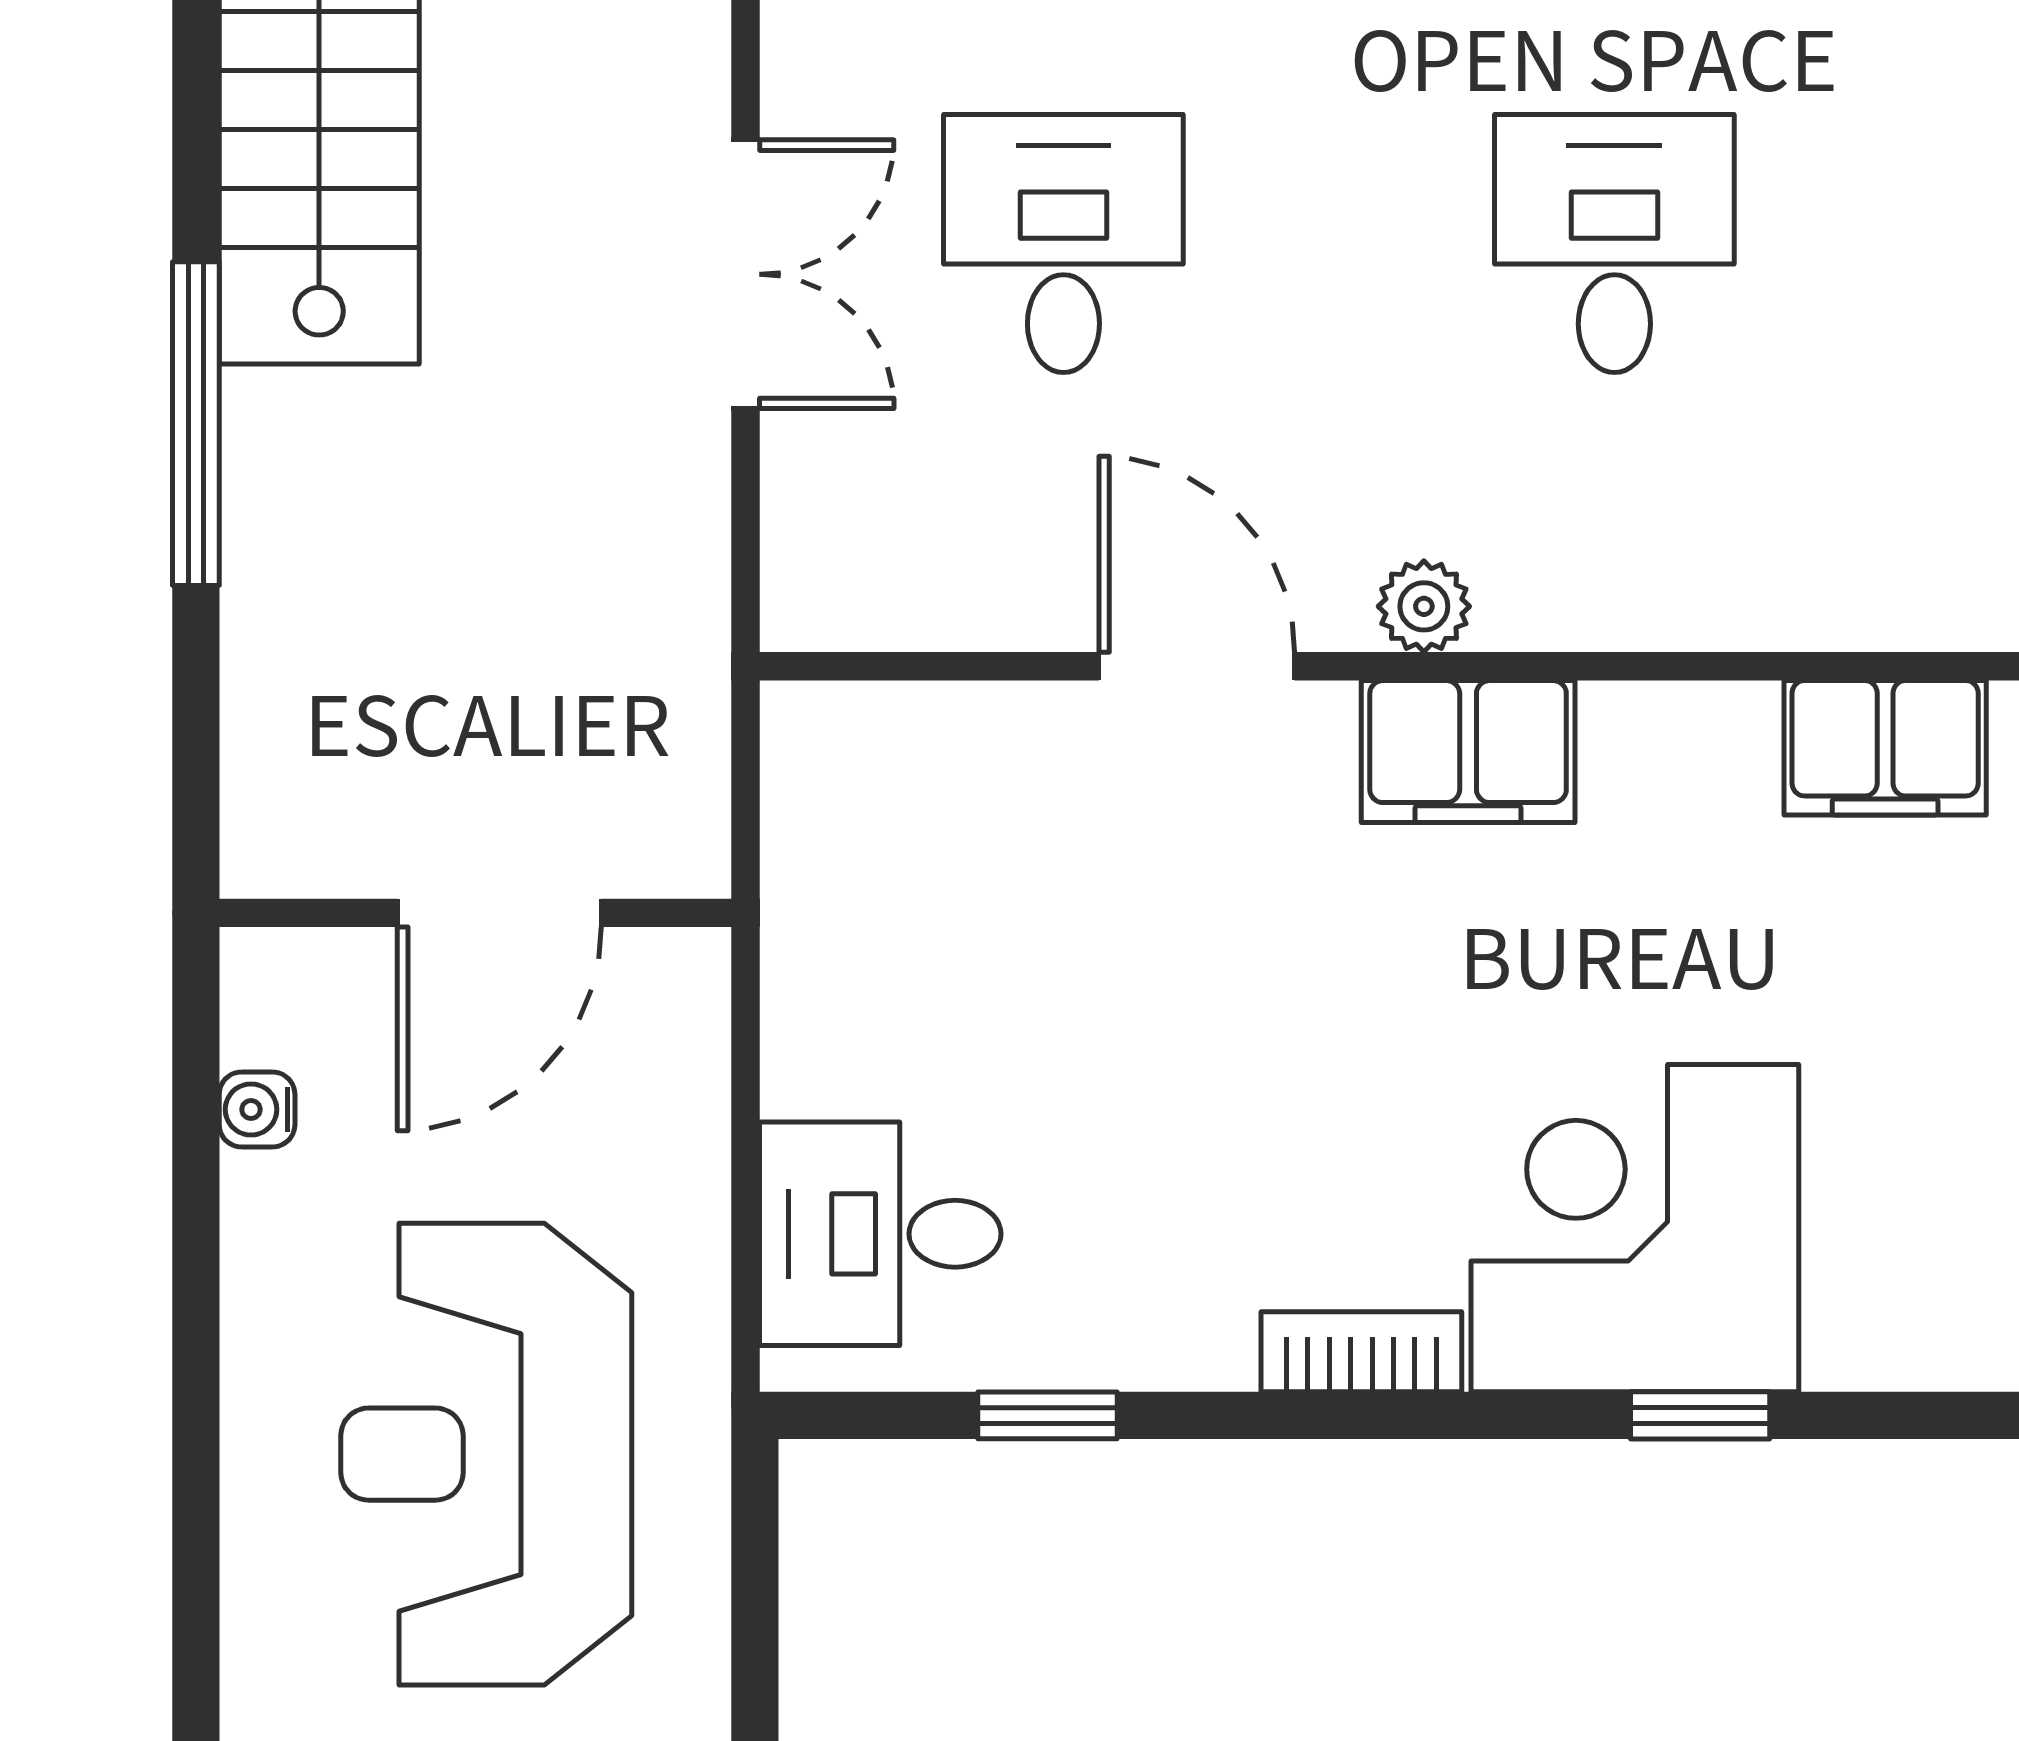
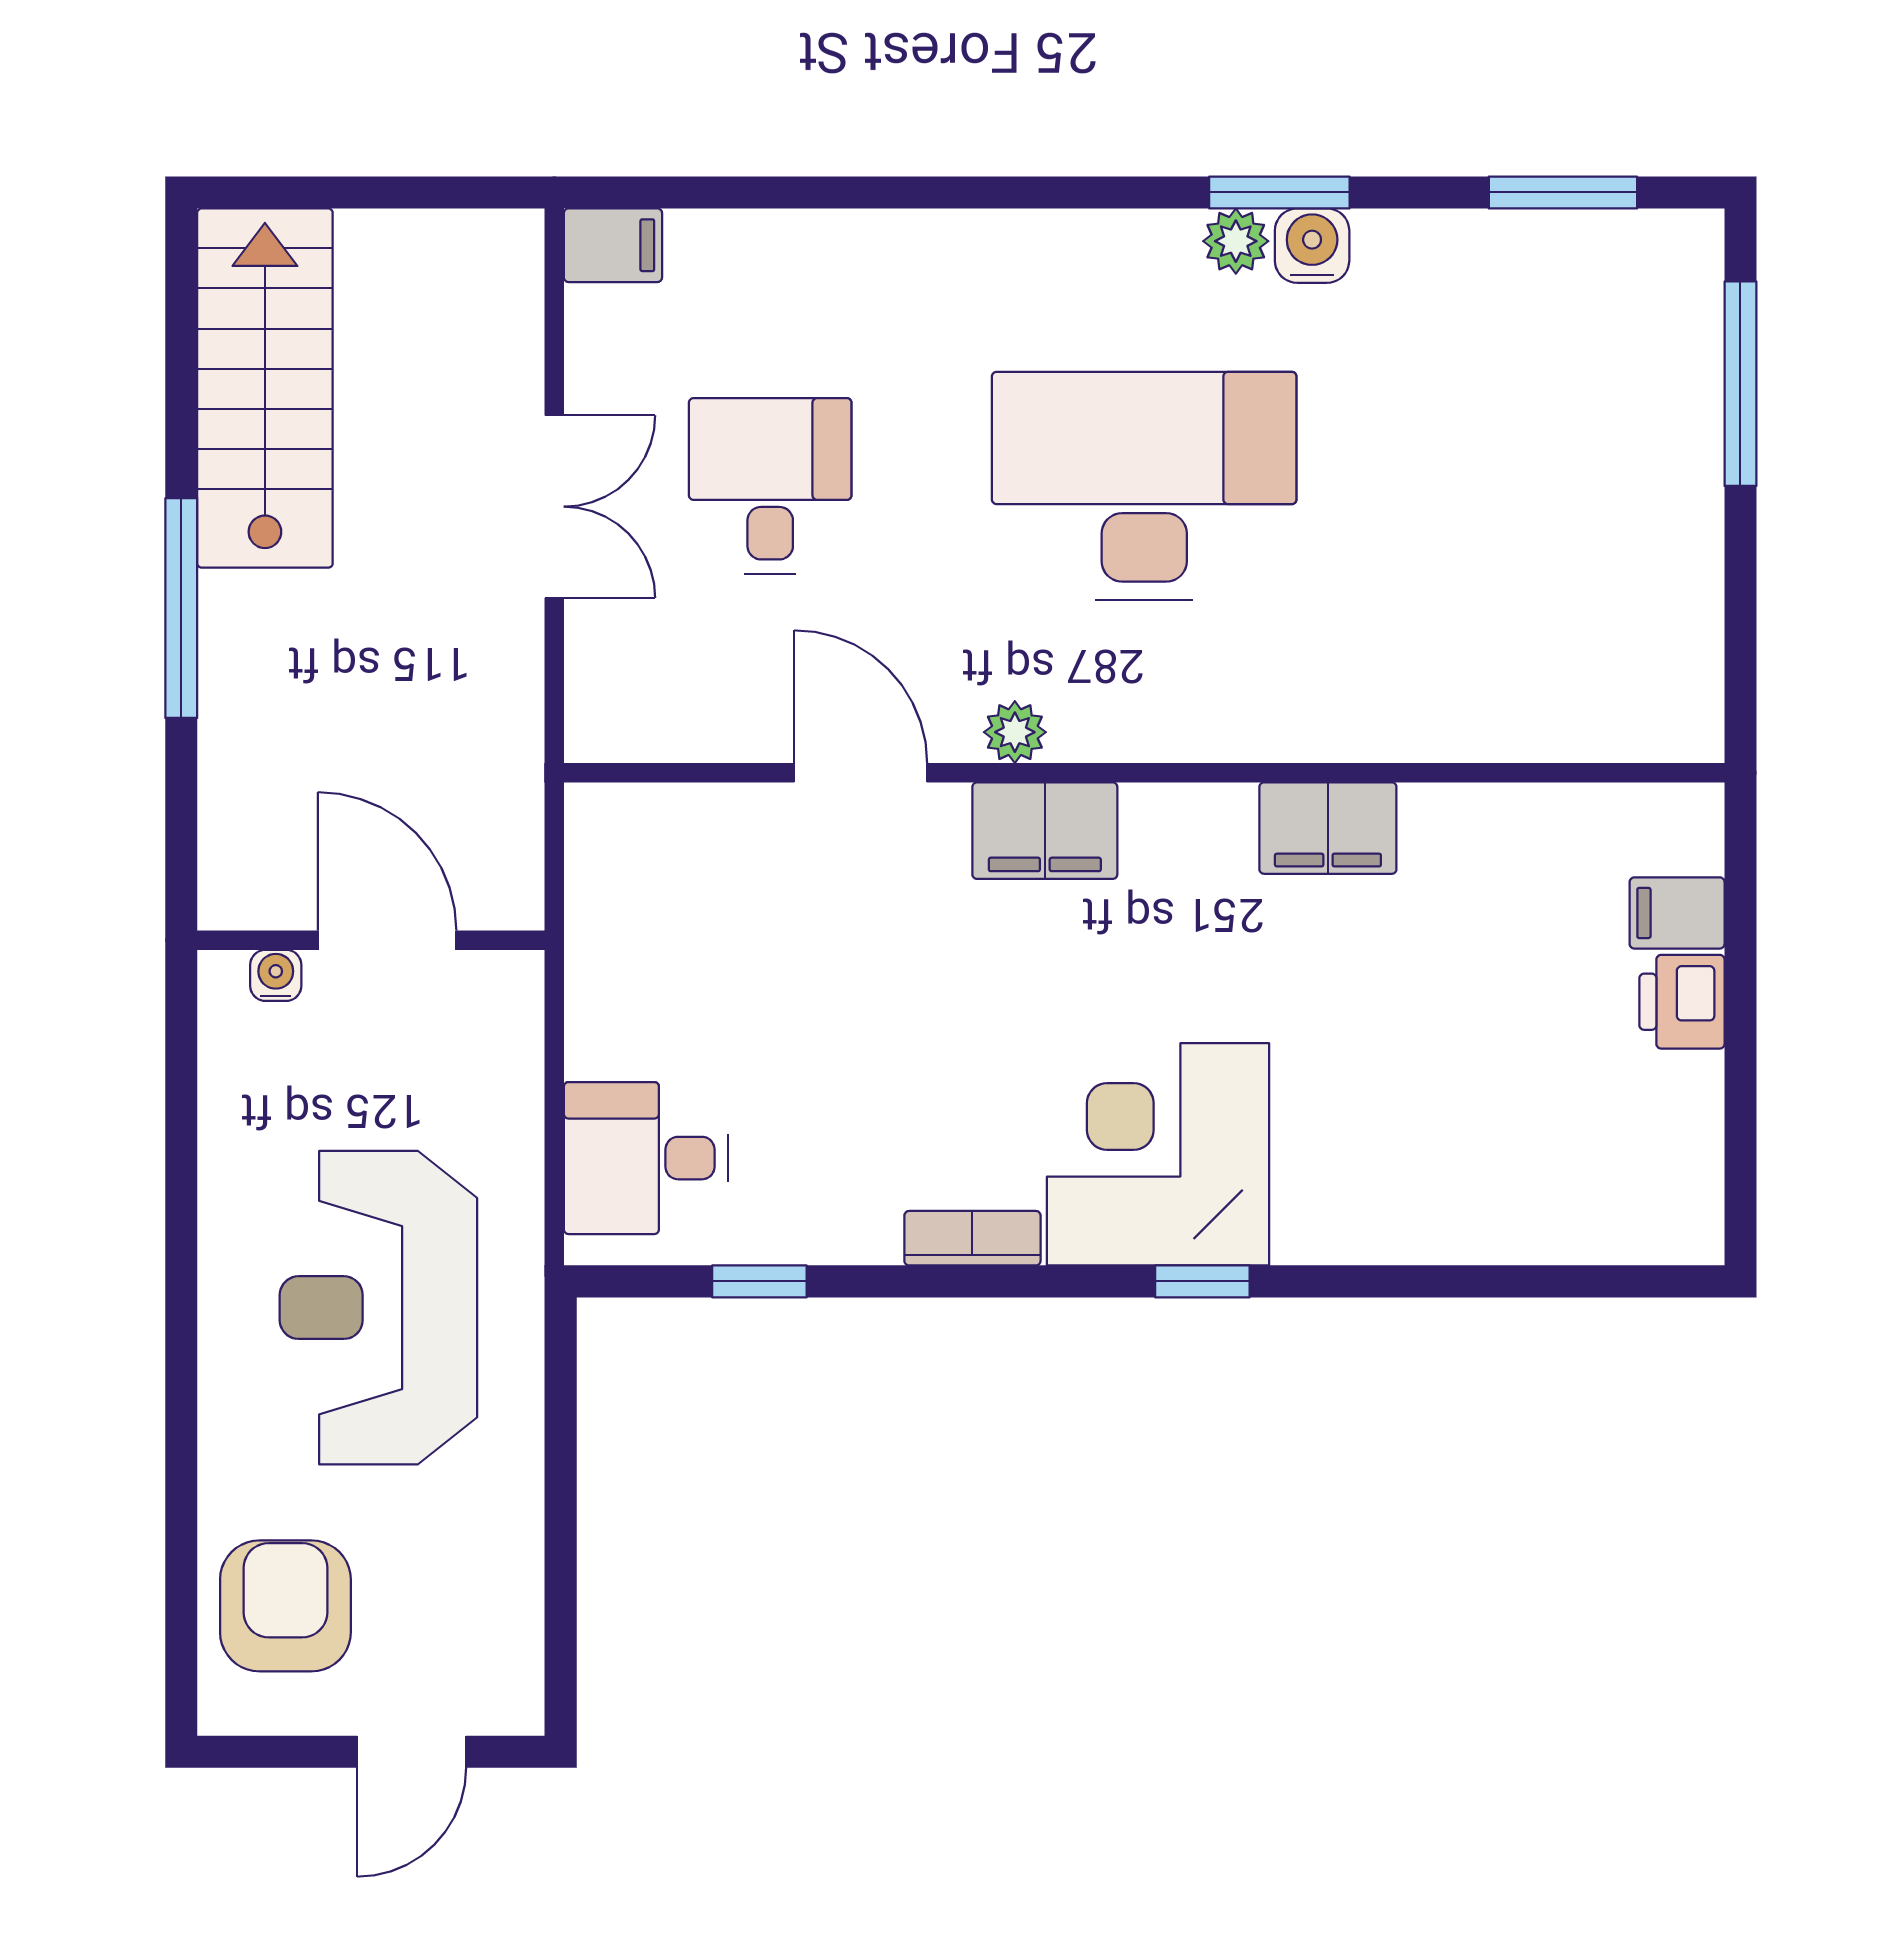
desk: (1614, 244) -> (1144, 486), width x1.87, depth x1.30
door: (499, 913) -> (387, 940), swing flipped
water cooler: (257, 1109) -> (276, 975), moved, turned 90

